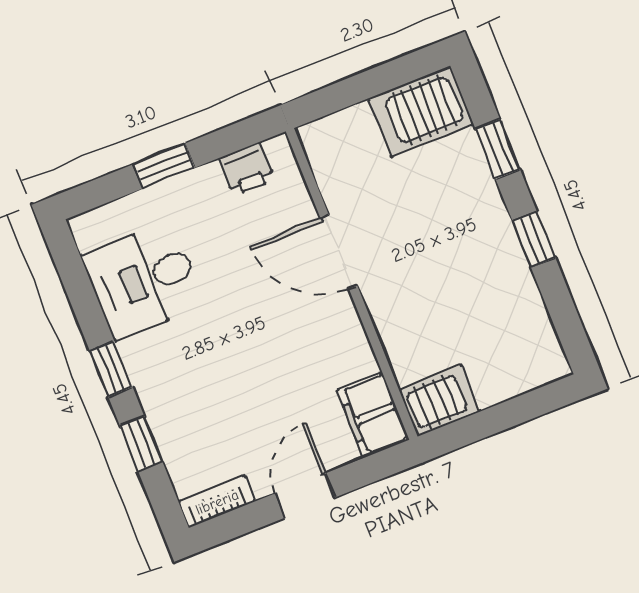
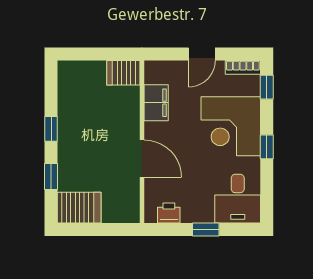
desk: (144, 280) -> (238, 199), moved, turned 90
corner desk: (195, 381) -> (231, 126), added
filing cabinet: (373, 415) -> (156, 103), moved
window: (141, 444) -> (267, 87), moved

